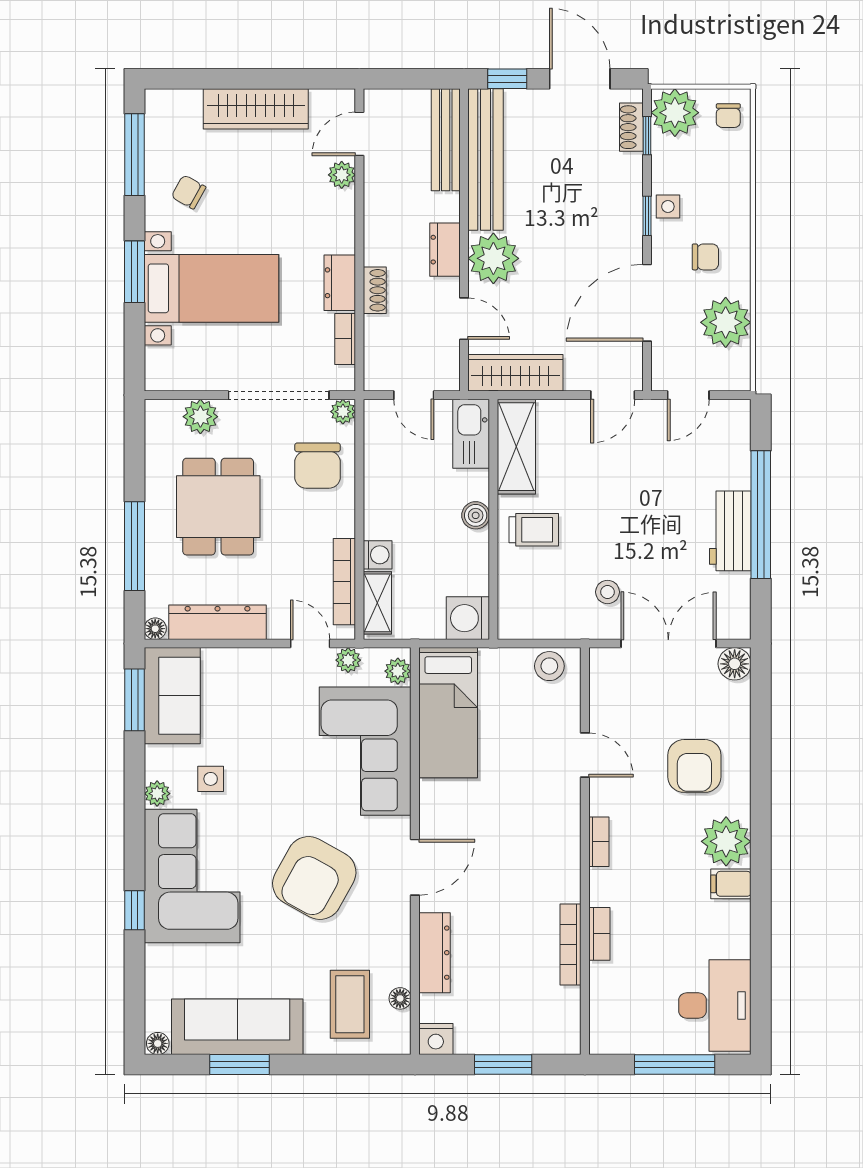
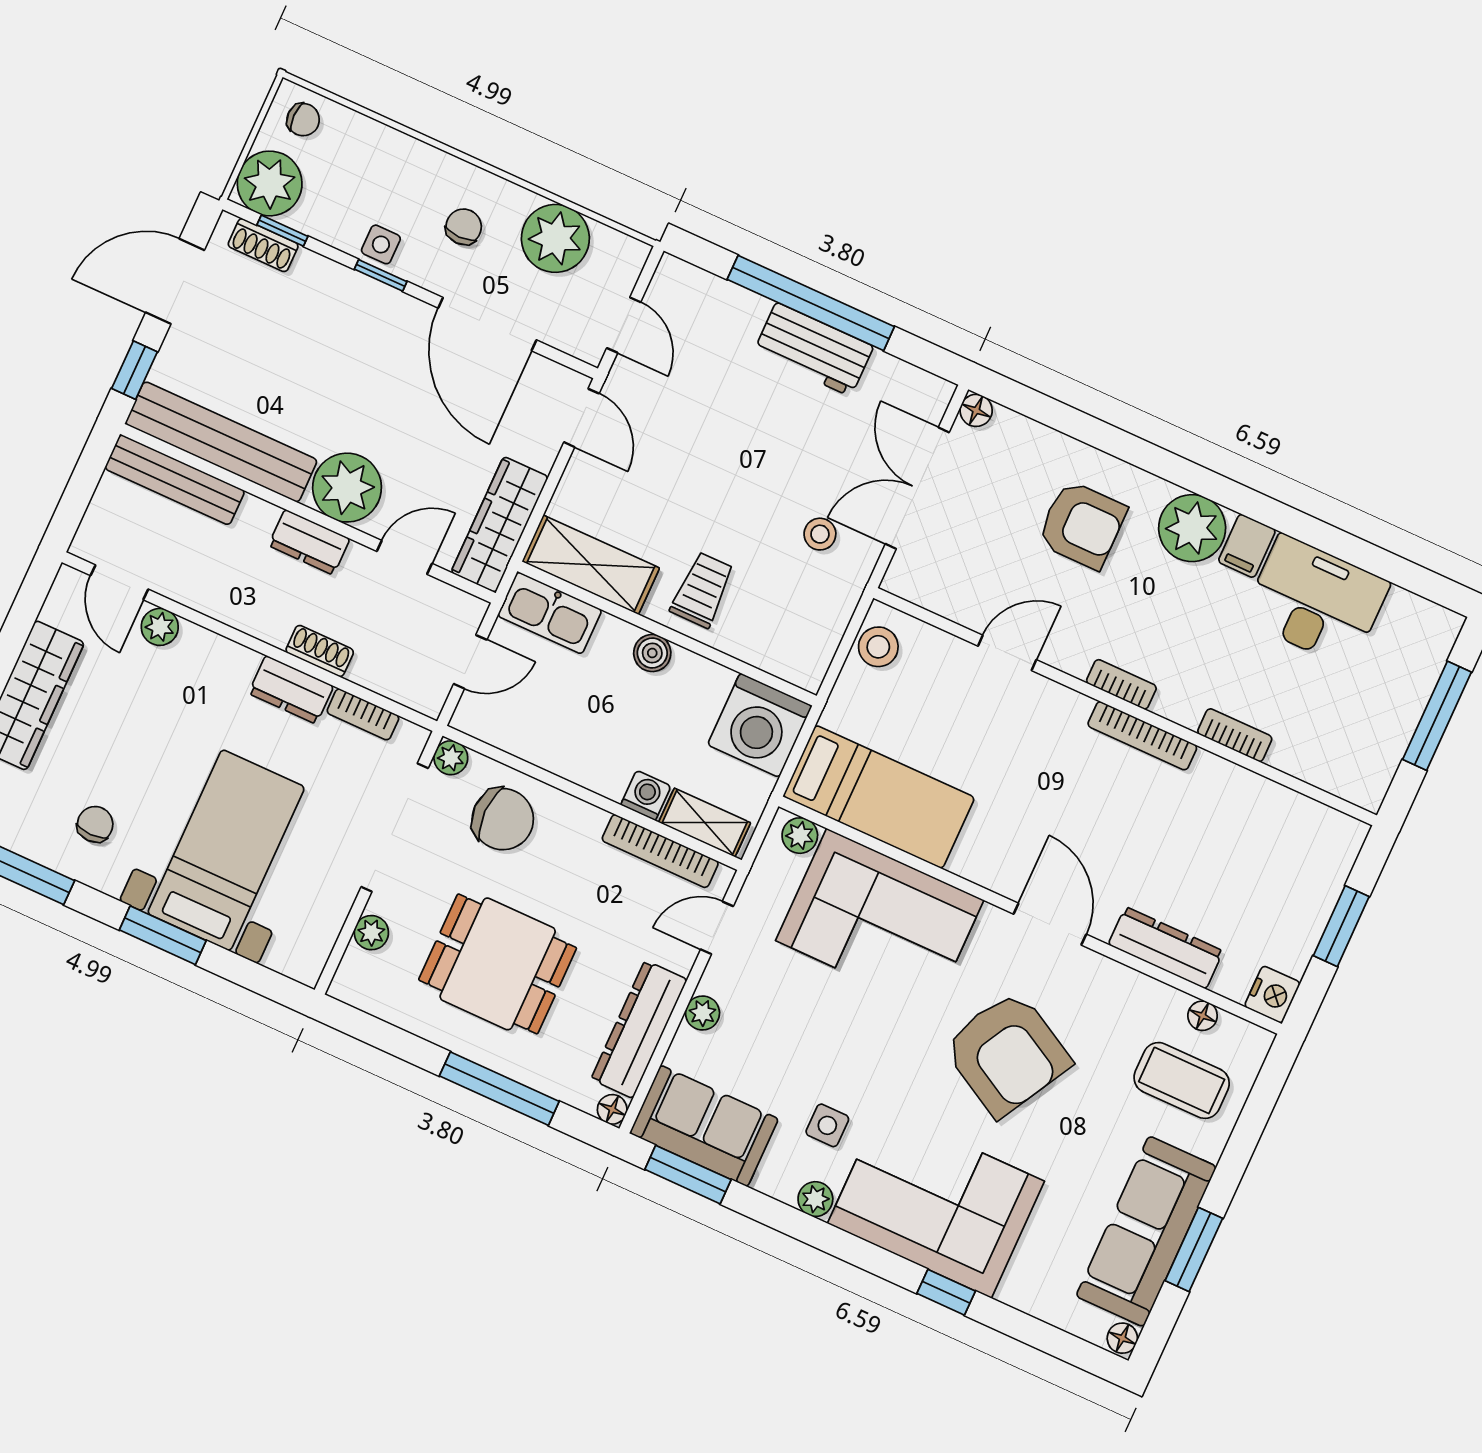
chair: (189, 192) -> (95, 824), turned 151
plant: (200, 417) -> (371, 933), width x0.73, depth x0.73
washing machine: (468, 618) -> (760, 725), width x1.37, depth x1.37
plant: (348, 660) -> (703, 1013), moved
floor lamp: (735, 664) -> (976, 410), width x0.73, depth x0.73
bookcase: (571, 945) -> (1142, 736), moved
desk: (715, 1006) -> (1316, 601), moved

